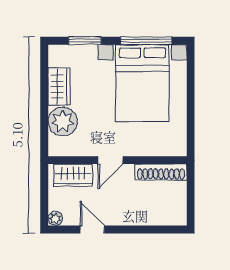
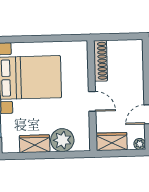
wardrobe: (73, 175) -> (112, 142), moved, turned -90

